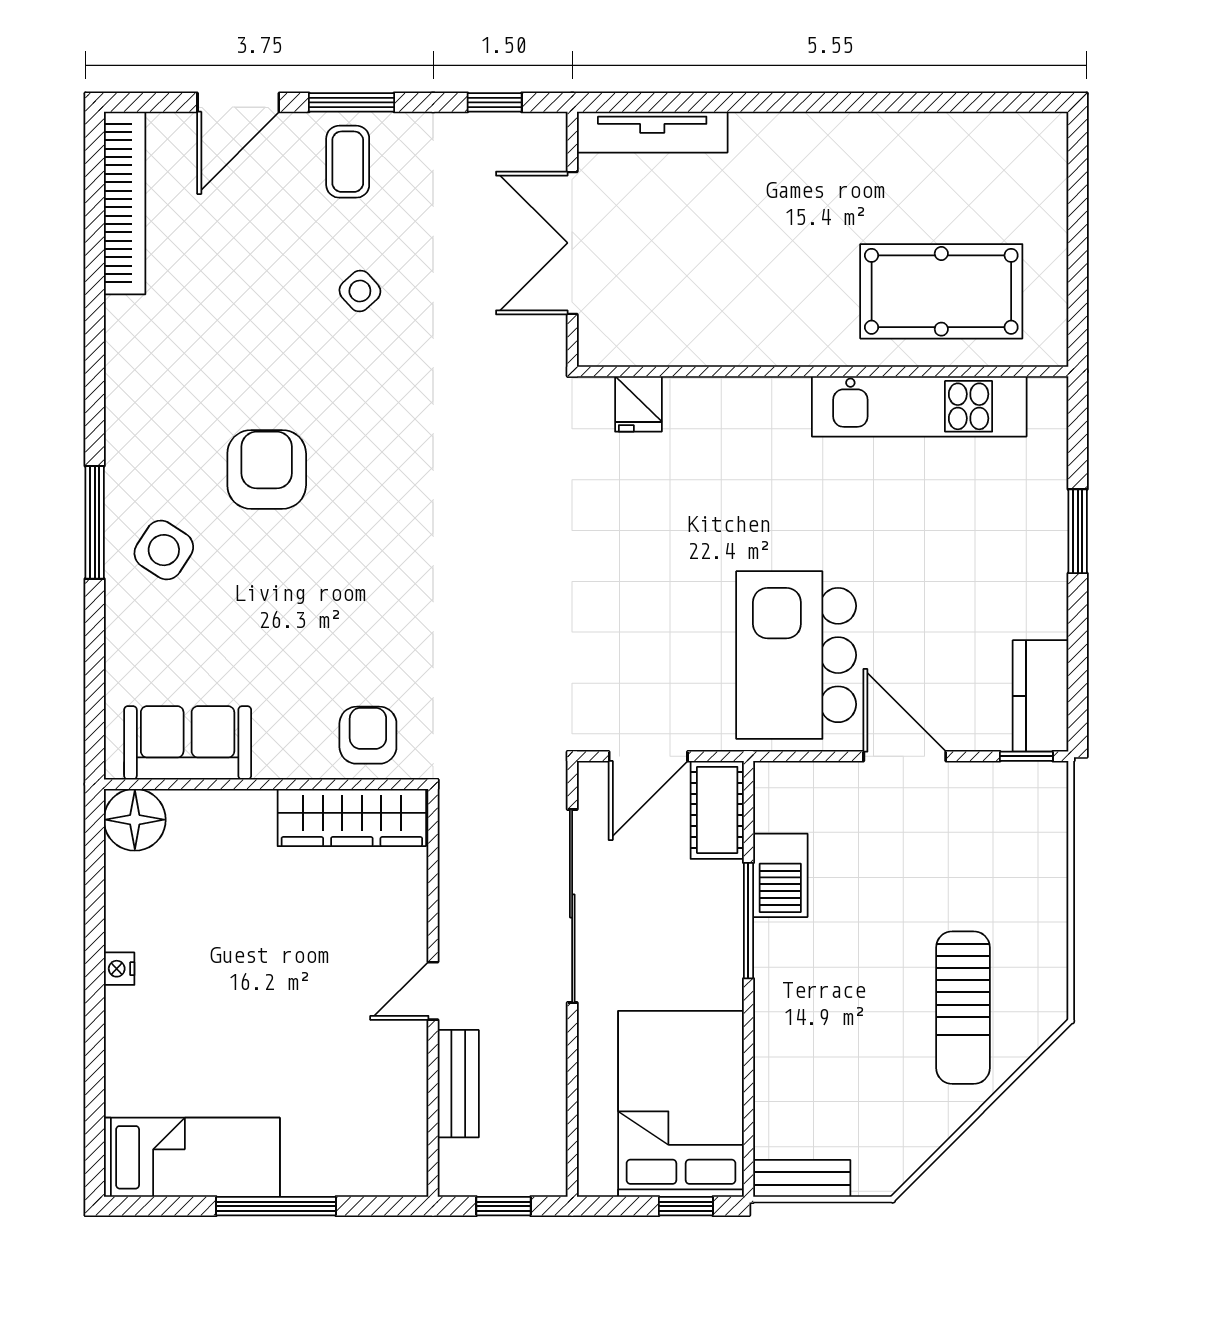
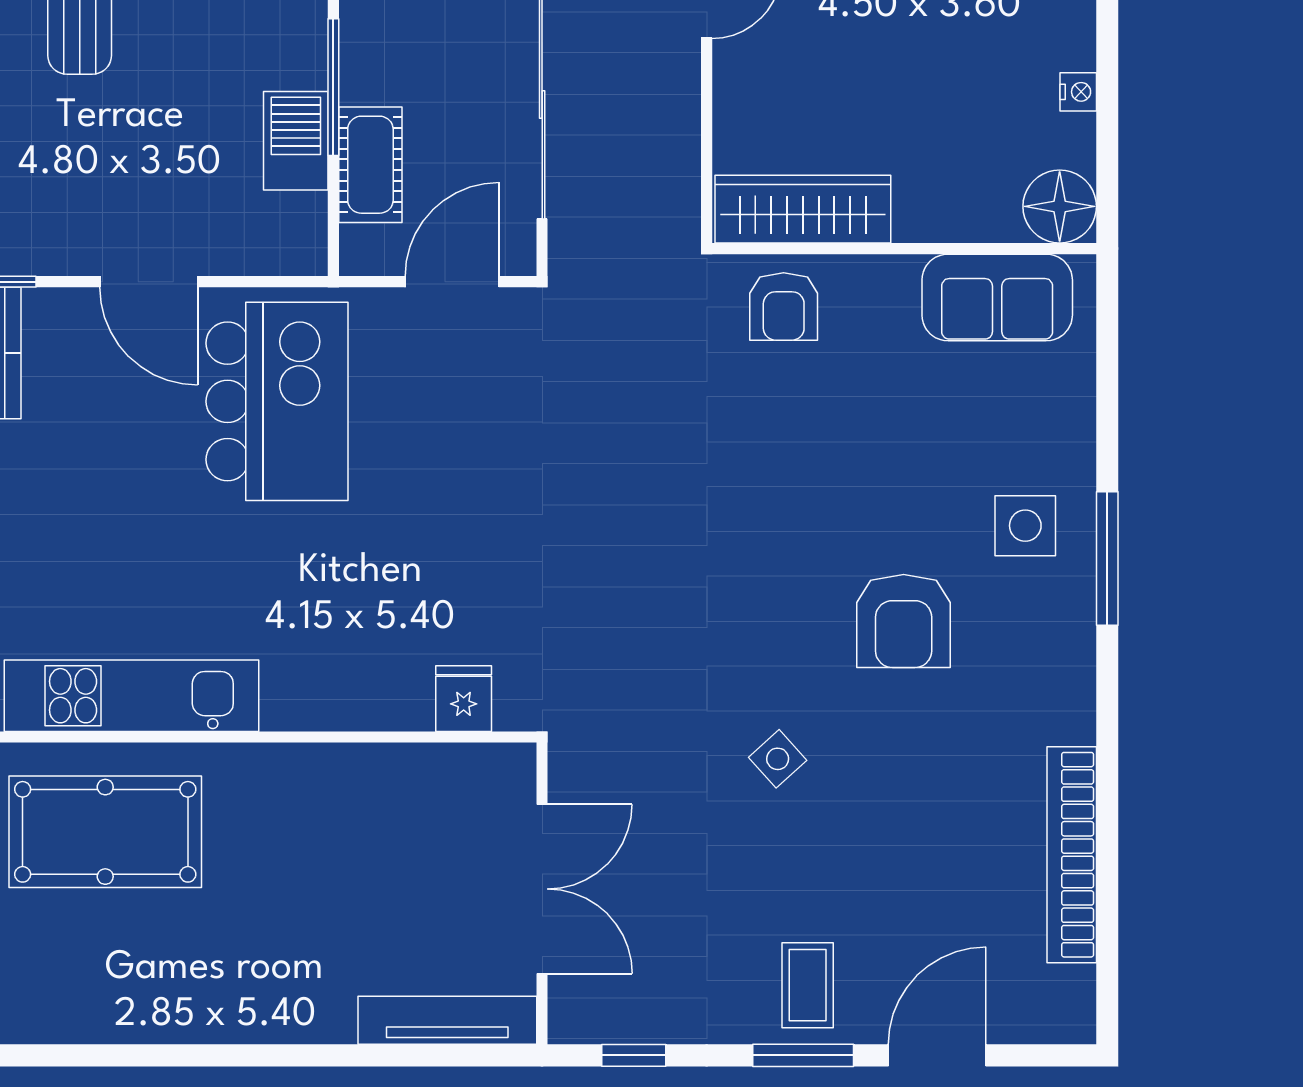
bookcase: (125, 203) -> (1072, 855), moved
side table: (360, 291) -> (778, 759), moved
side table: (164, 550) -> (1025, 526), turned -33
cot: (717, 810) -> (370, 165), moved
nightstand: (119, 969) -> (1078, 92), moved

